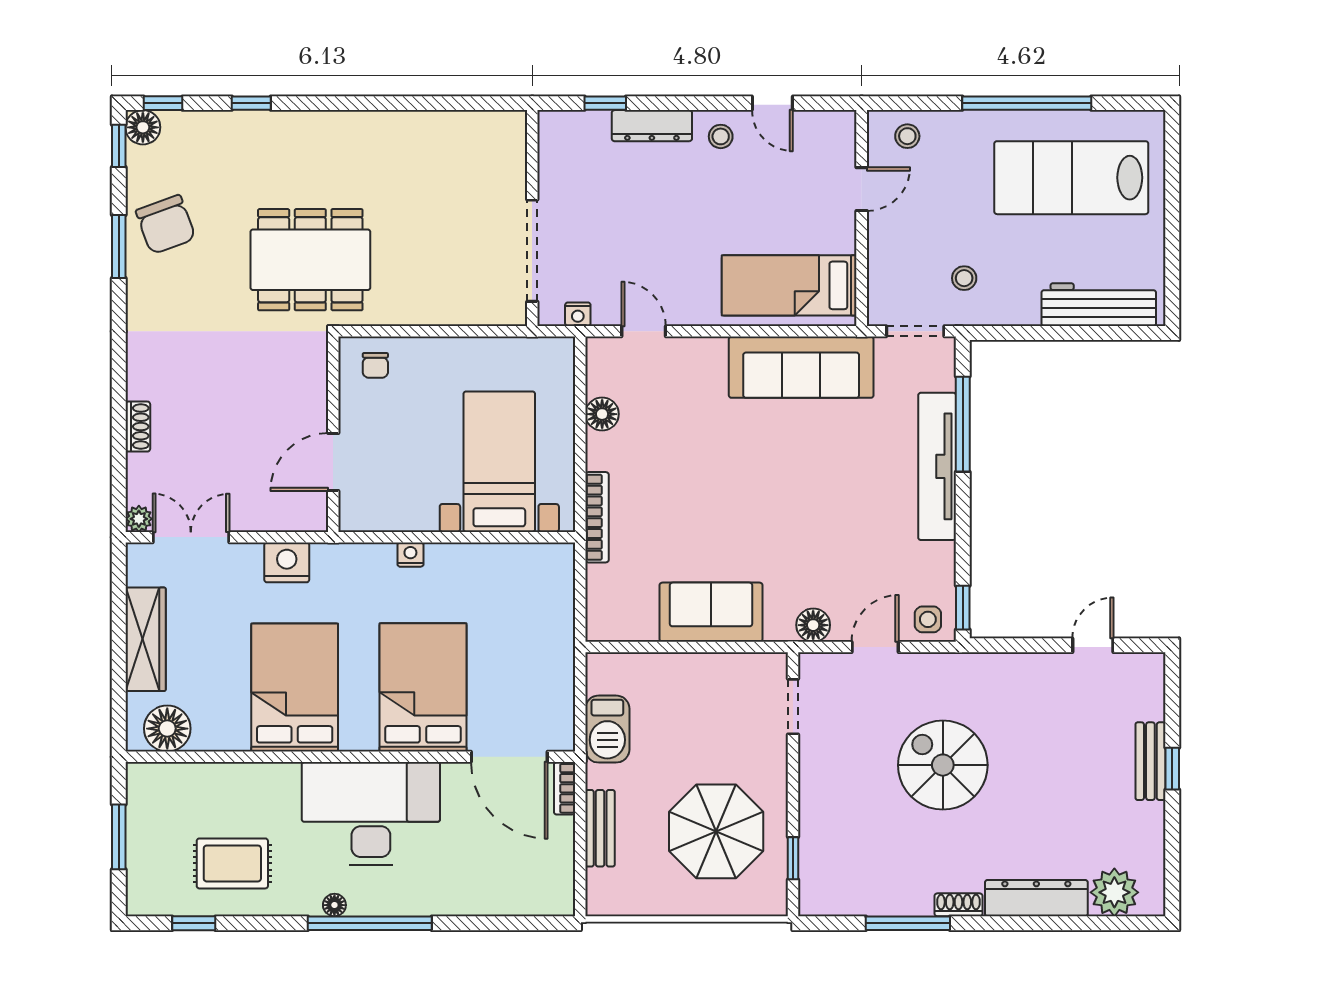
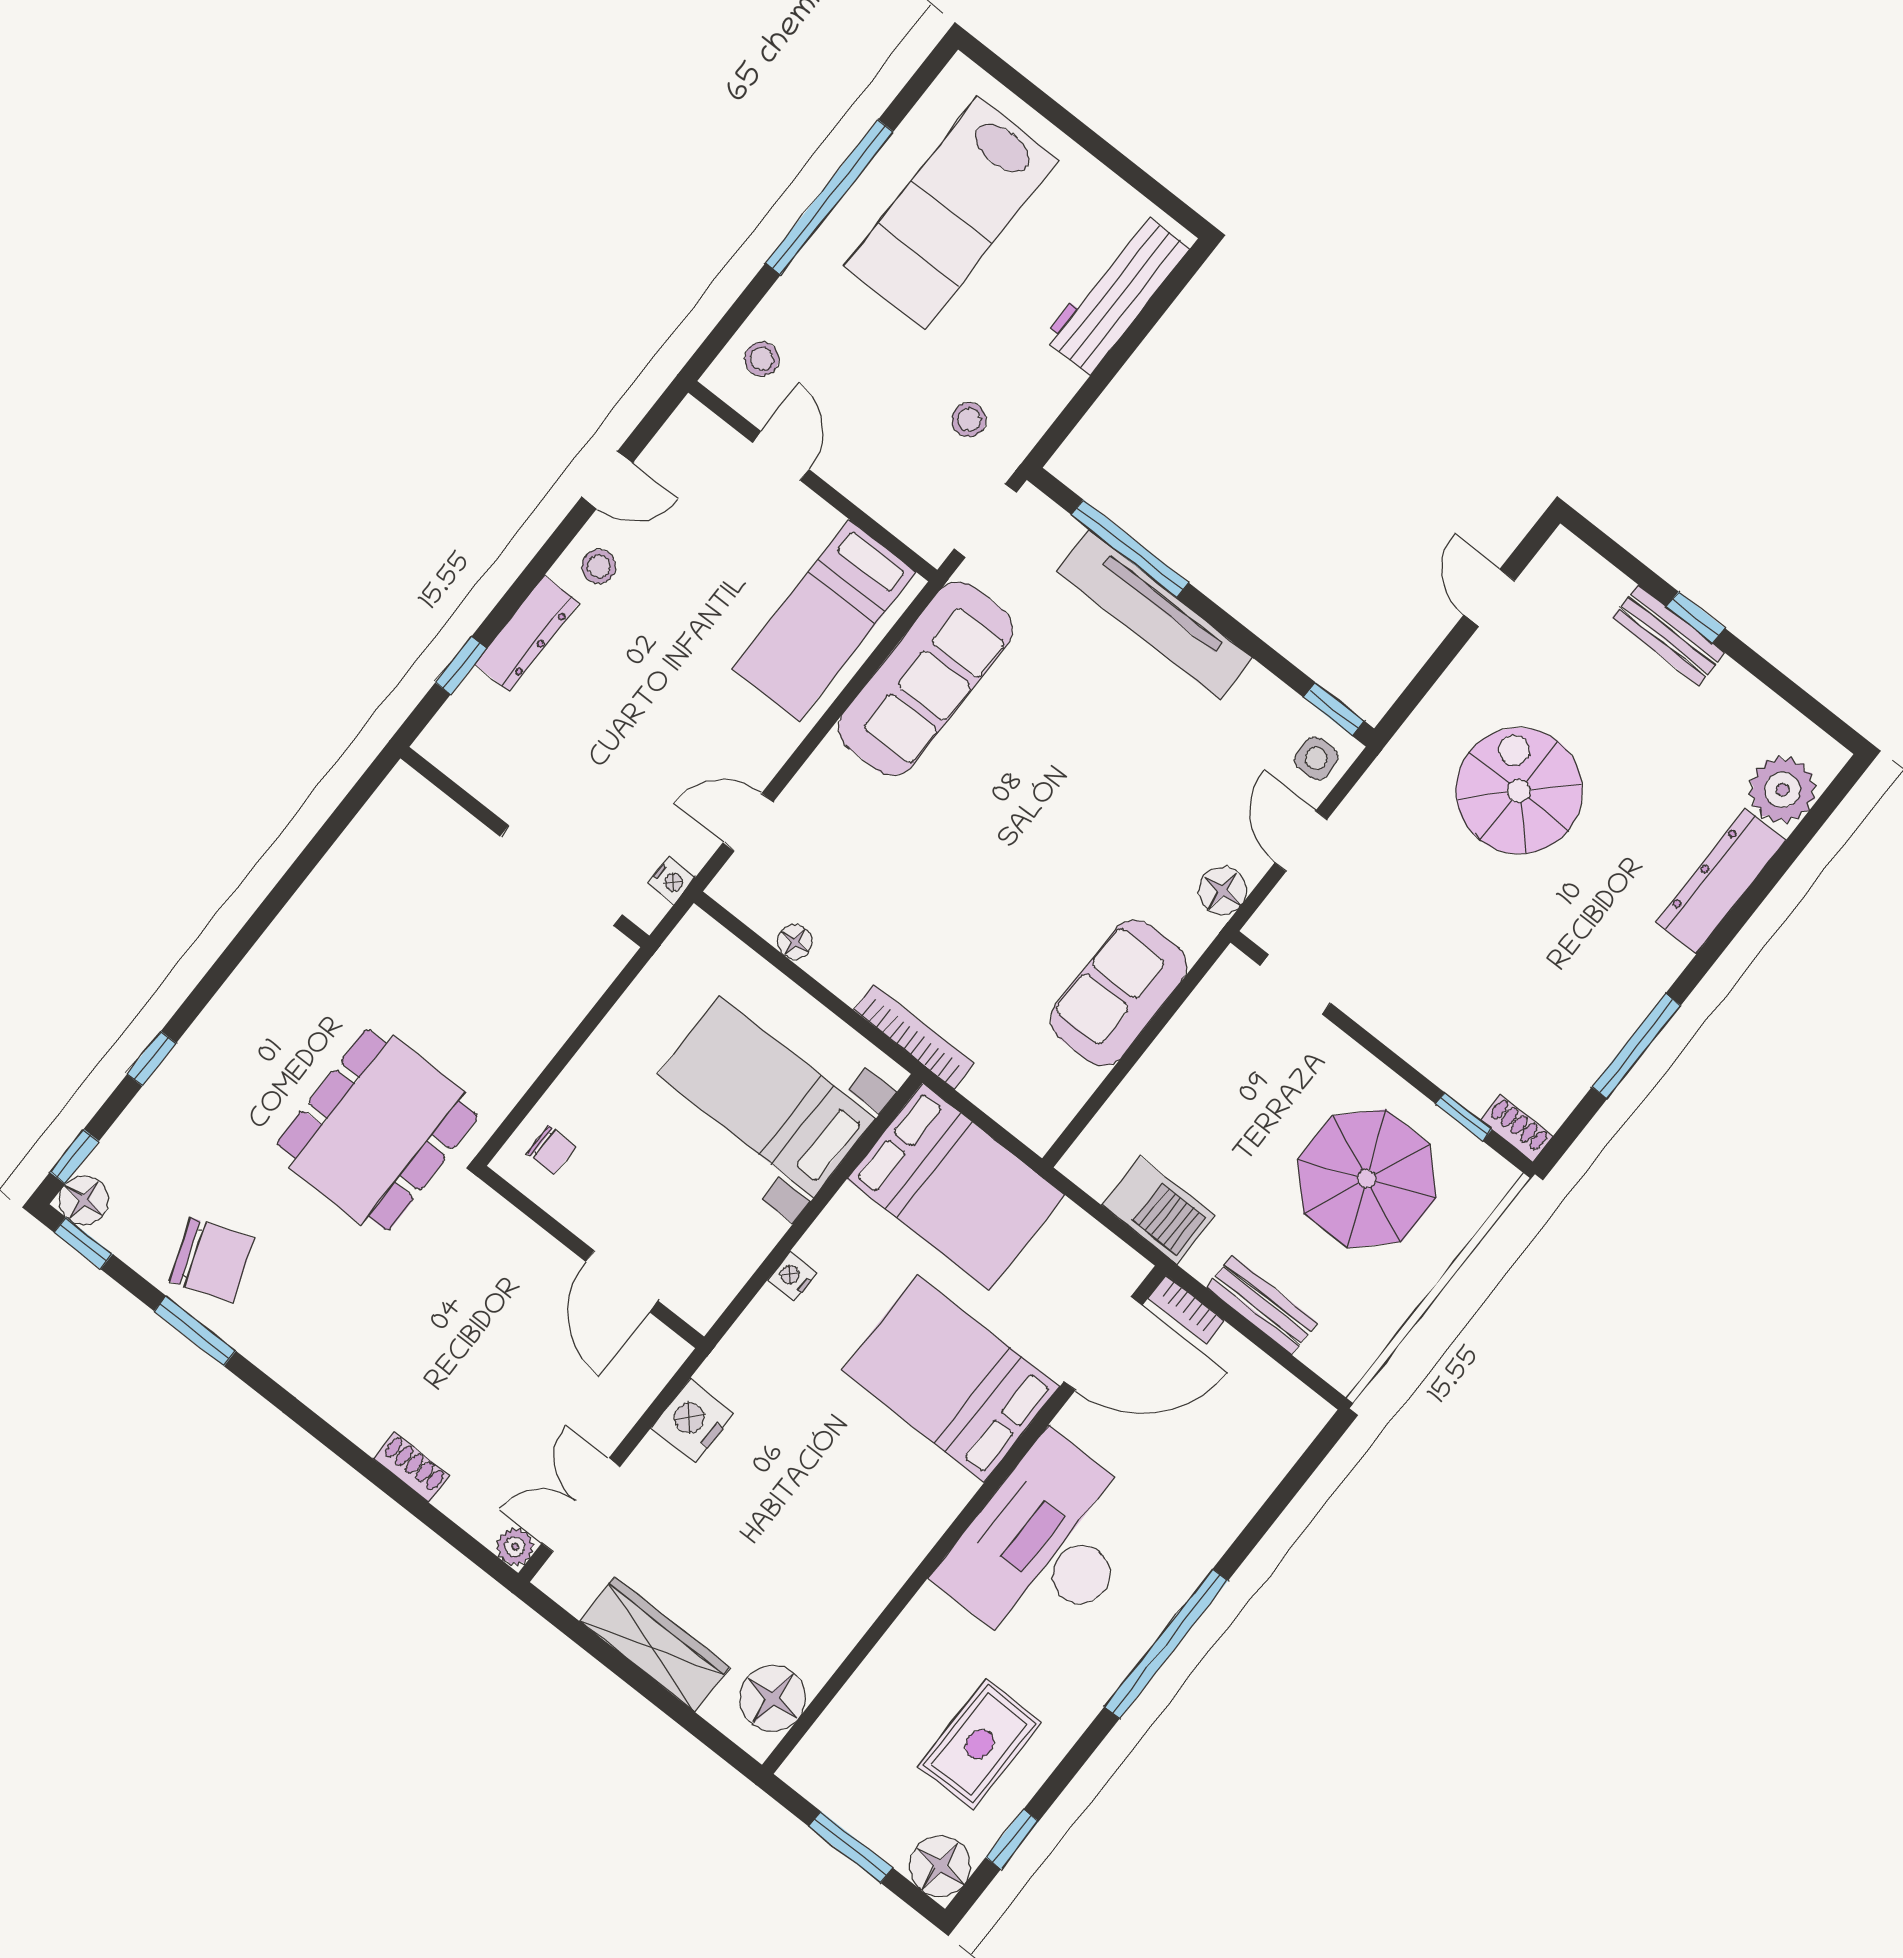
floor lamp: (602, 414) -> (795, 942), width x0.73, depth x0.73
bed: (295, 687) -> (956, 1187), moved, turned 180
spiral stairs: (943, 765) -> (1519, 791), moved, turned 90
floor lamp: (334, 905) -> (940, 1866), moved, width x1.89, depth x1.89
shoe rack: (958, 905) -> (1516, 1128), moved, turned 90

